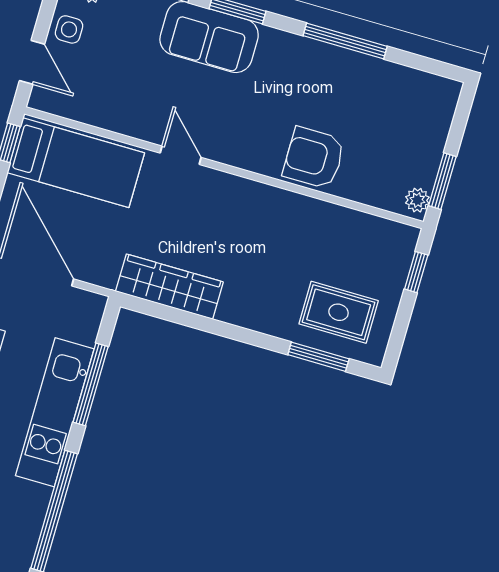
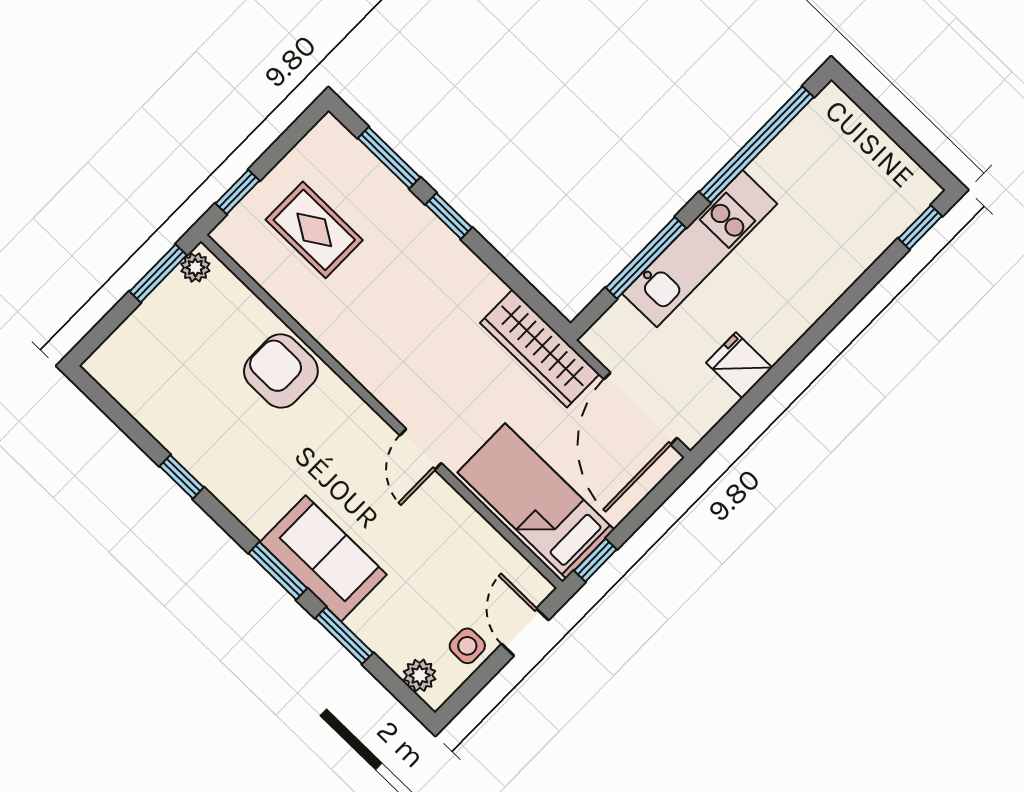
window: (345, 41) -> (182, 477), width x0.46
armchair: (314, 158) -> (281, 371), turned 180
wardrobe: (169, 287) -> (540, 349), moved
rug: (339, 312) -> (314, 230), moved
window: (252, 338) -> (449, 216), added

